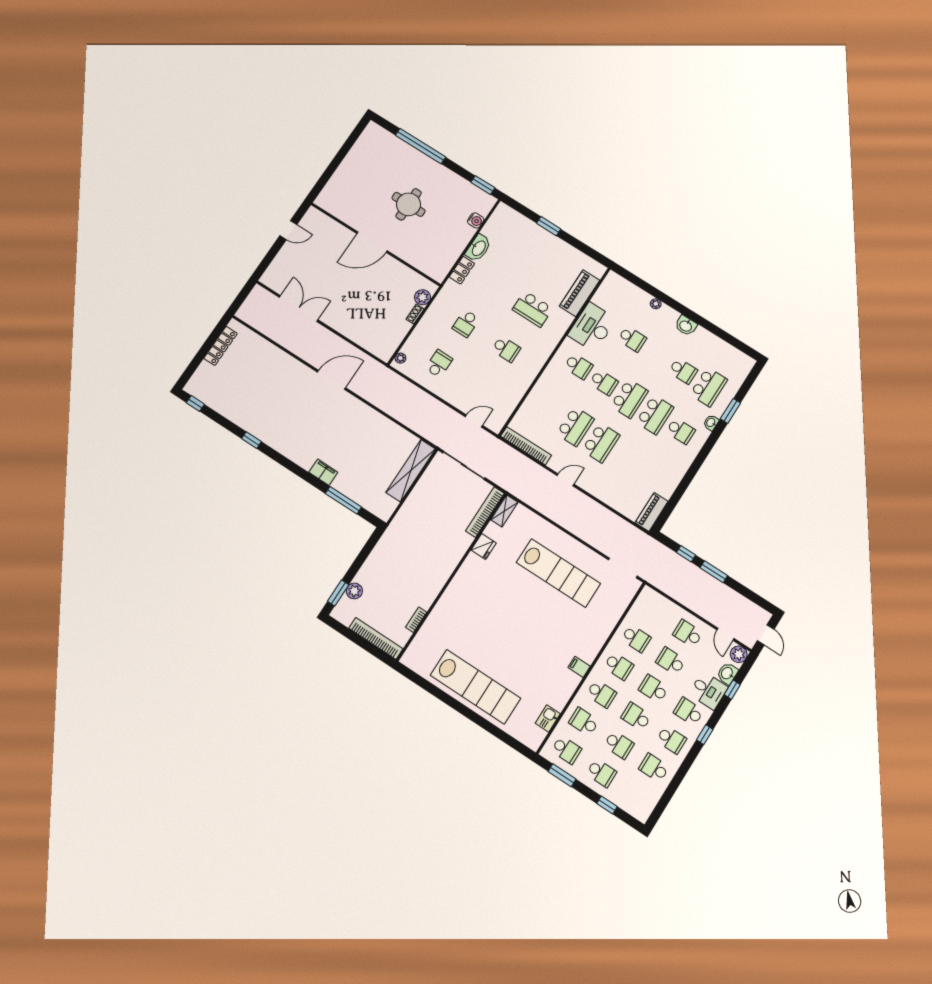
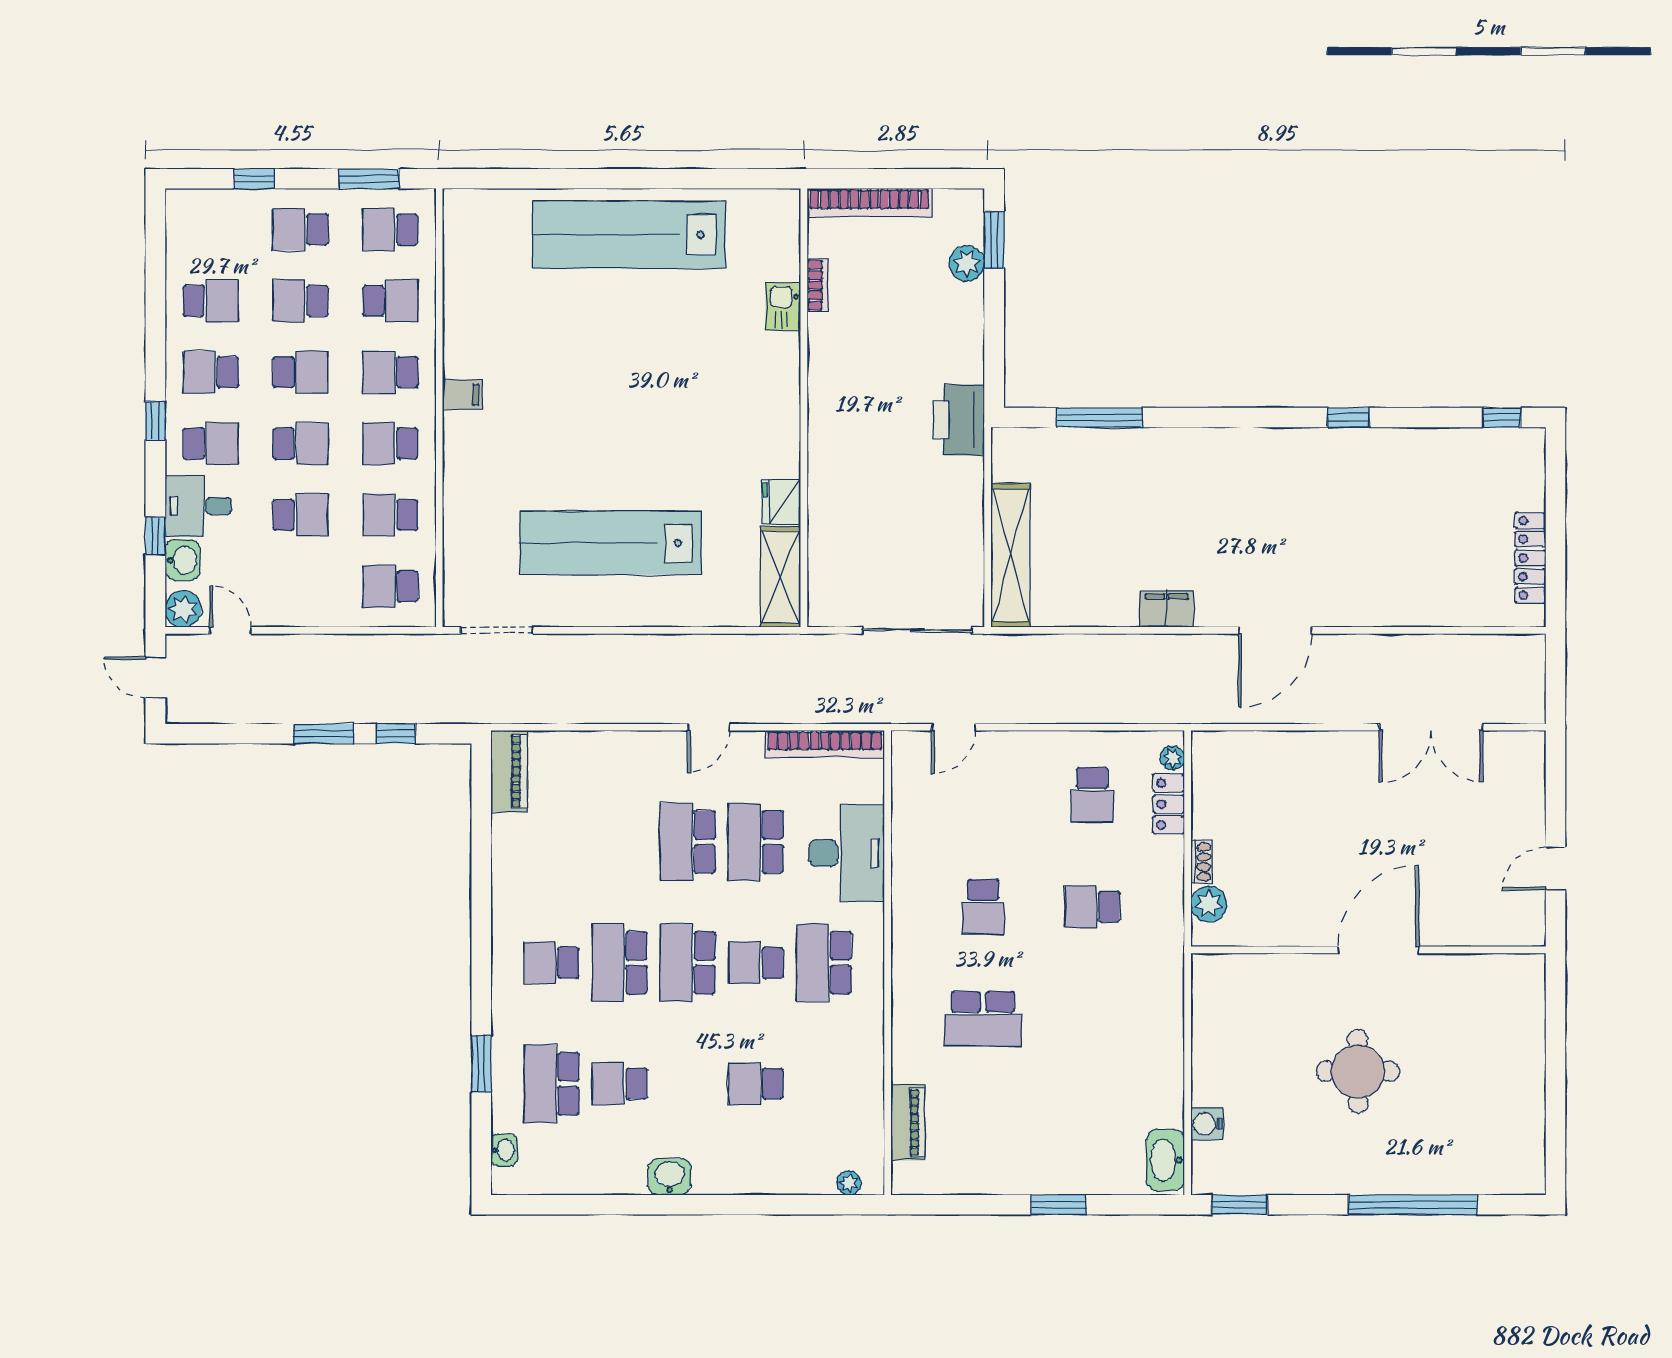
washbasin: (478, 248) -> (1166, 1160), moved
locker: (462, 270) -> (1169, 804), moved
piano: (579, 293) -> (908, 1122), width x0.73, depth x0.75
plant: (656, 304) -> (849, 1183), moved
school desk: (533, 309) -> (983, 1019), turned 180
school desk: (466, 323) -> (1092, 907), turned -90
desk: (592, 327) -> (847, 853), moved
school desk: (506, 349) -> (983, 907), turned -90
school desk: (578, 366) -> (824, 963), width x1.85
washbasin: (711, 423) -> (504, 1150), moved
filing cabinet: (323, 472) -> (1166, 609), moved, turned 180
shelving: (504, 511) -> (780, 577), width x1.50, depth x1.33
bookcase: (485, 512) -> (821, 568), removed
printer: (396, 534) -> (959, 420), added
school desk: (688, 634) -> (390, 586), moved, turned 180
kitchen sink: (548, 718) -> (783, 307), moved, turned 180

